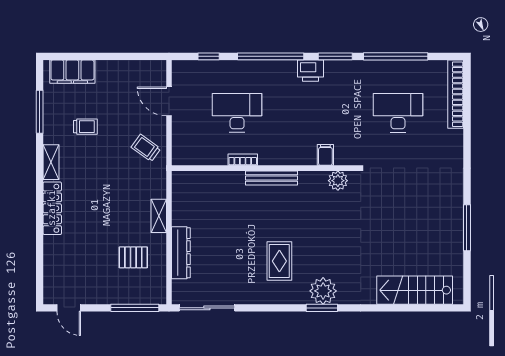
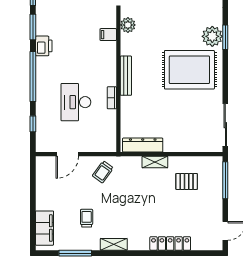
locker: (52, 208) -> (170, 243), moved
dresser: (181, 253) -> (143, 145), moved
pallet: (133, 257) -> (187, 181), turned 90
rug: (279, 261) -> (189, 70), width x1.86, depth x2.06

